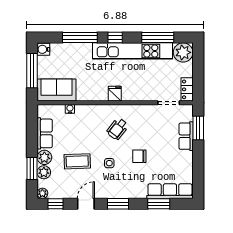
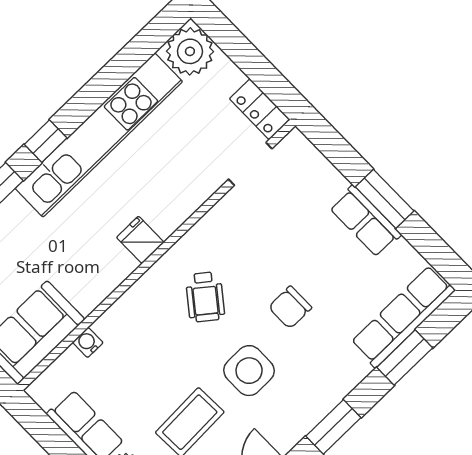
window: (158, 38) -> (121, 68), removed
window: (198, 128) -> (385, 199), moved
row of seats: (186, 136) -> (365, 221), moved
side table: (109, 163) -> (249, 371), width x1.87, depth x1.87

